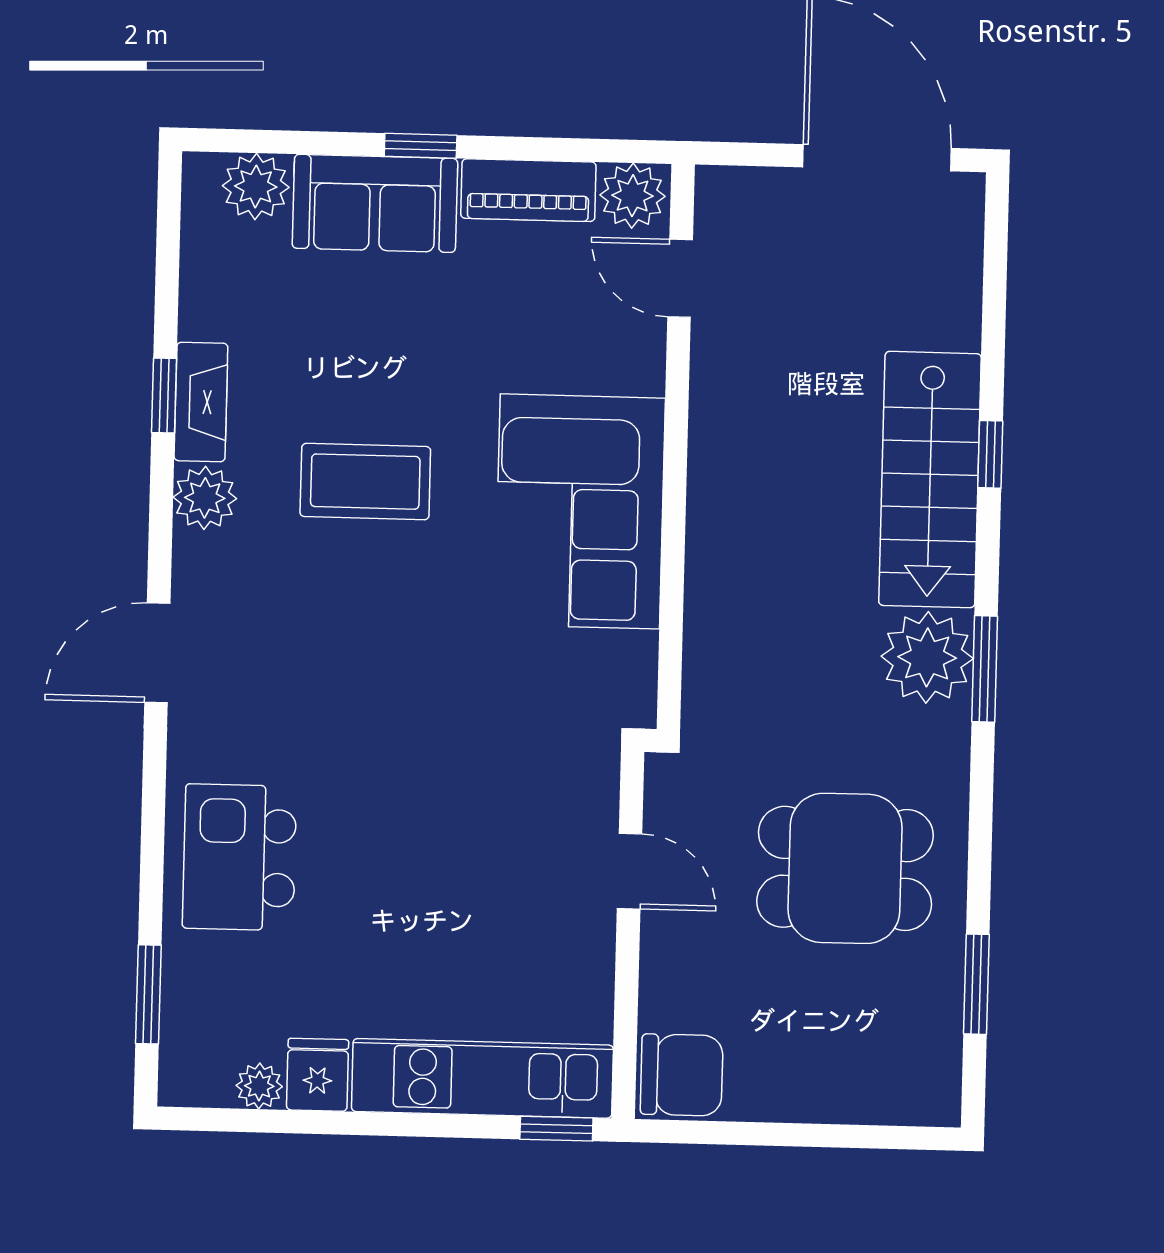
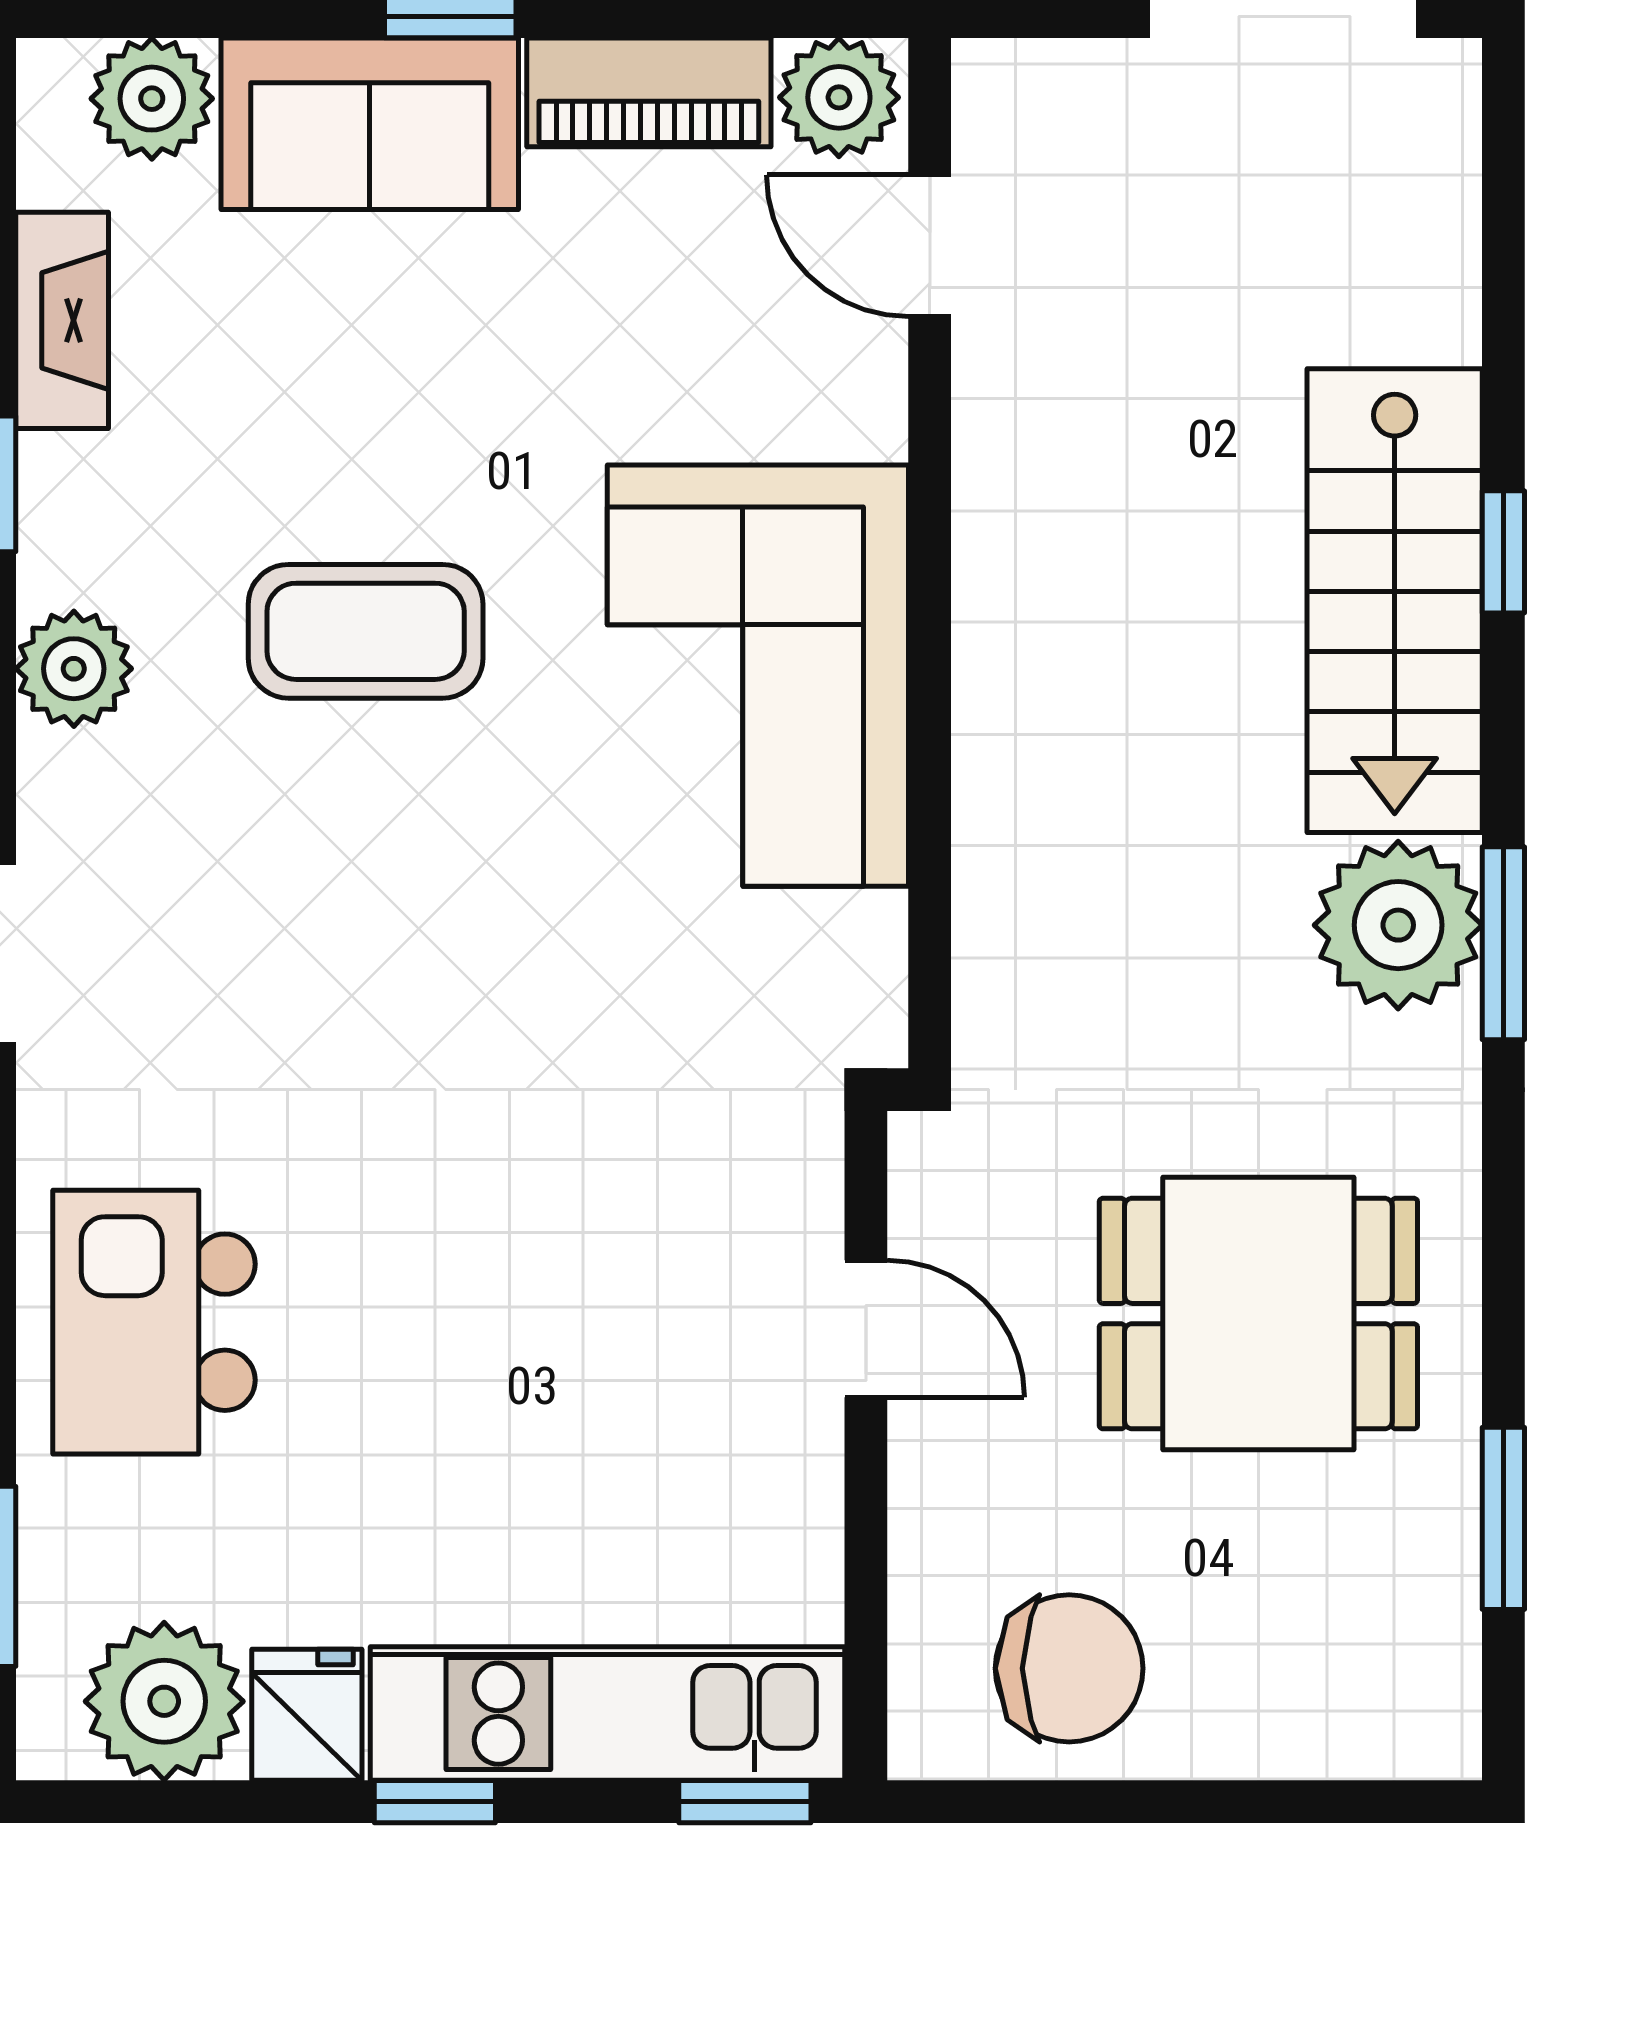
fireplace: (201, 402) -> (62, 320), moved
chair: (682, 1075) -> (1069, 1668), moved
plant: (259, 1086) -> (164, 1701), width x1.87, depth x1.87
window: (387, 1124) -> (435, 1802), added

